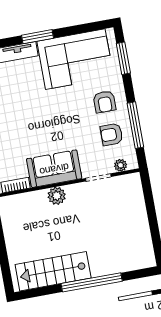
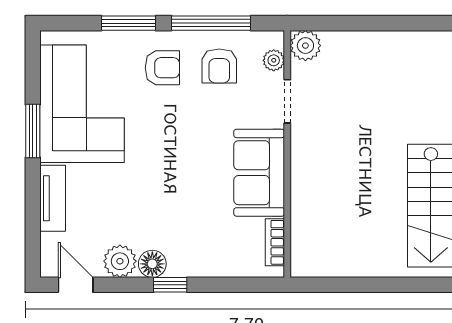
window: (37, 37) -> (33, 131), moved
window: (123, 58) -> (128, 23), moved
plant: (57, 196) -> (305, 46), moved

